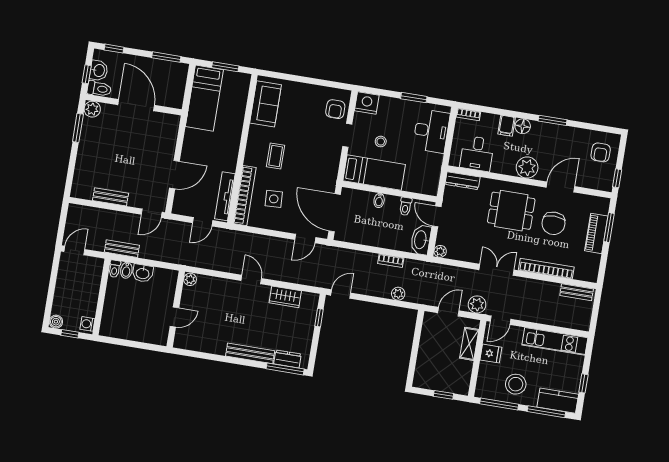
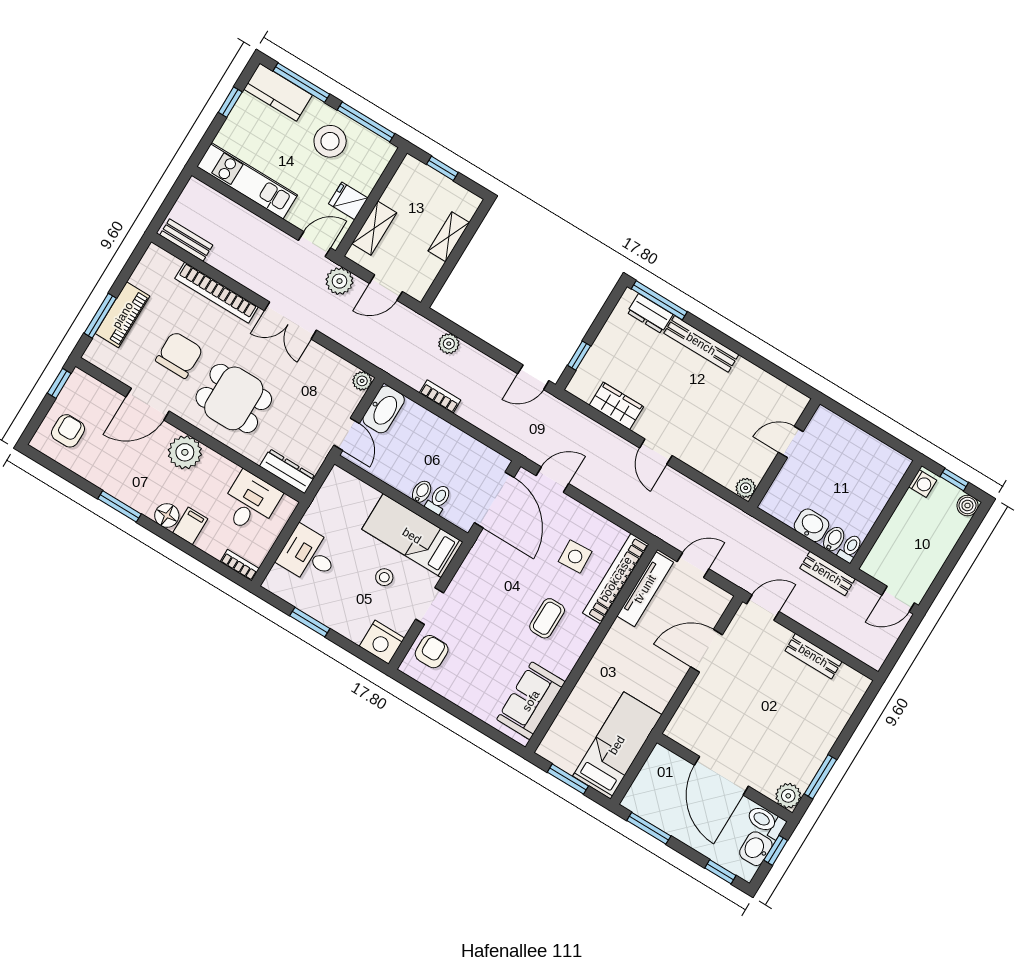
desk: (431, 131) -> (308, 555), width x0.73
toilet: (405, 206) -> (439, 499), moved
shelving: (424, 356) -> (449, 237), added

